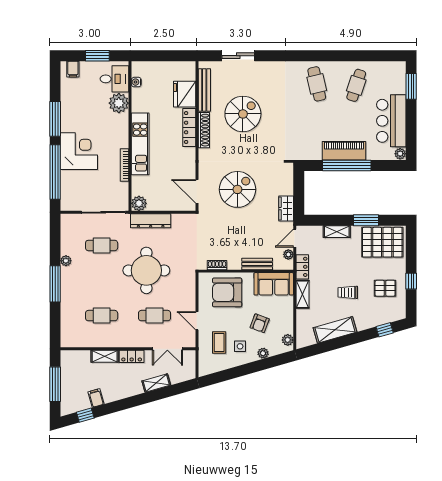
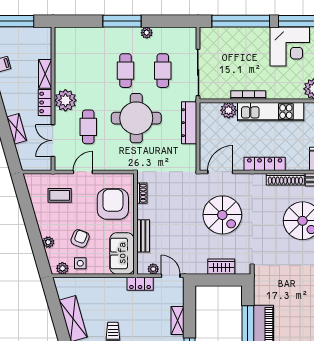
locker: (189, 128) -> (265, 164), moved
corner desk: (79, 151) -> (290, 47), moved
plant: (139, 203) -> (229, 110), moved
wardrobe: (286, 209) -> (221, 267), moved
shelving: (302, 294) -> (111, 284), removed
cafe table: (102, 316) -> (126, 71), moved
armchair: (260, 323) -> (80, 238), turned 91
plant: (130, 337) -> (65, 100), added
side table: (240, 346) -> (80, 263), moved

